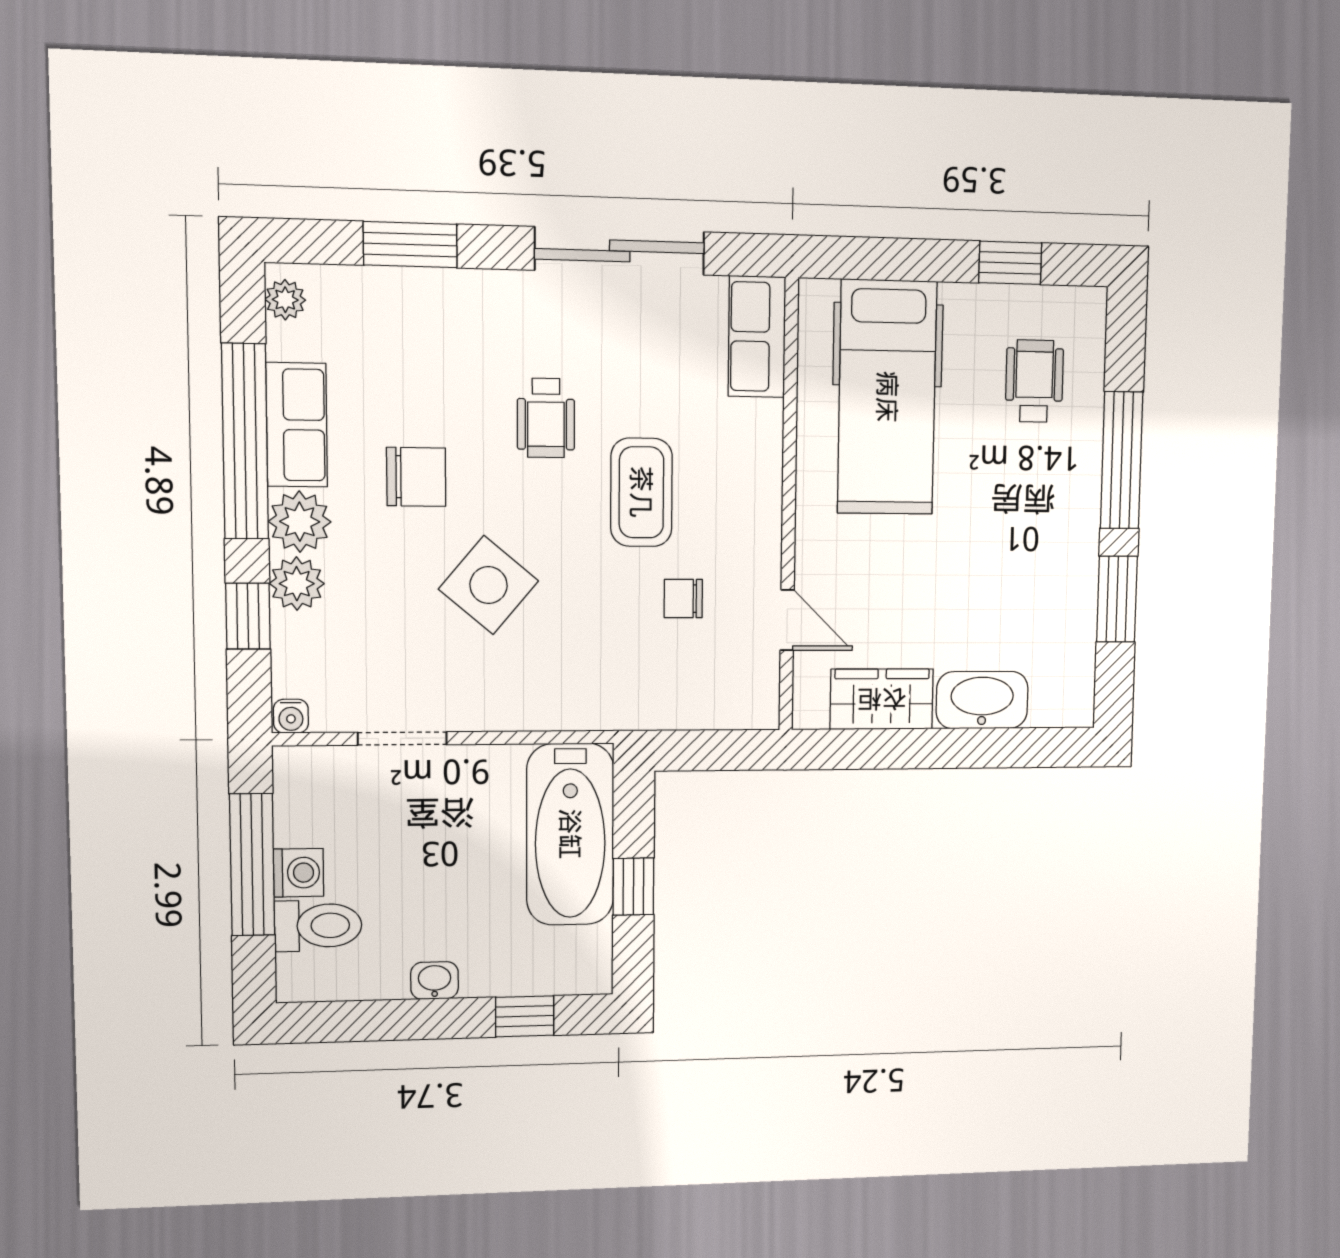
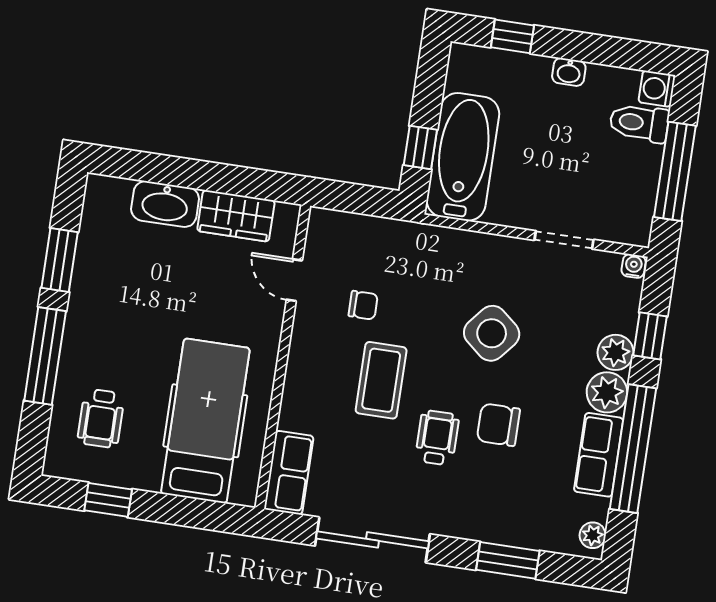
chair: (416, 477) -> (498, 425), moved
washing machine: (299, 873) -> (657, 89), moved
window: (633, 886) -> (420, 147), moved

